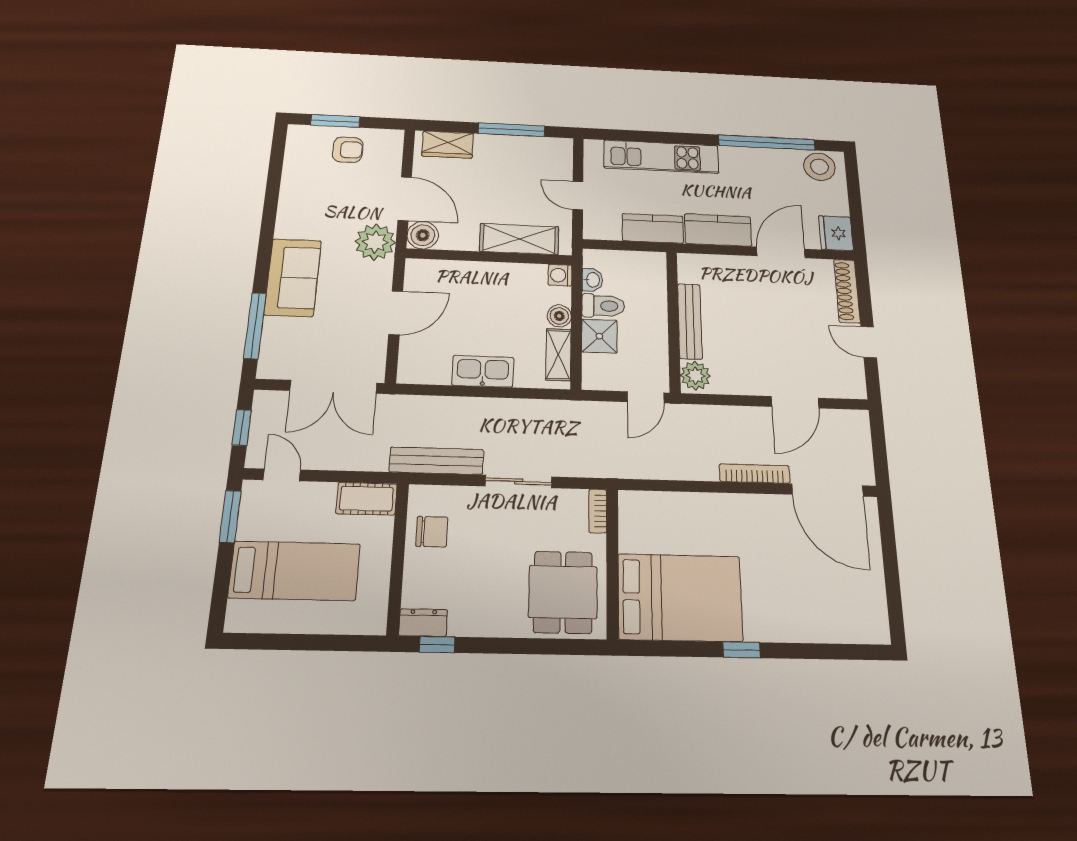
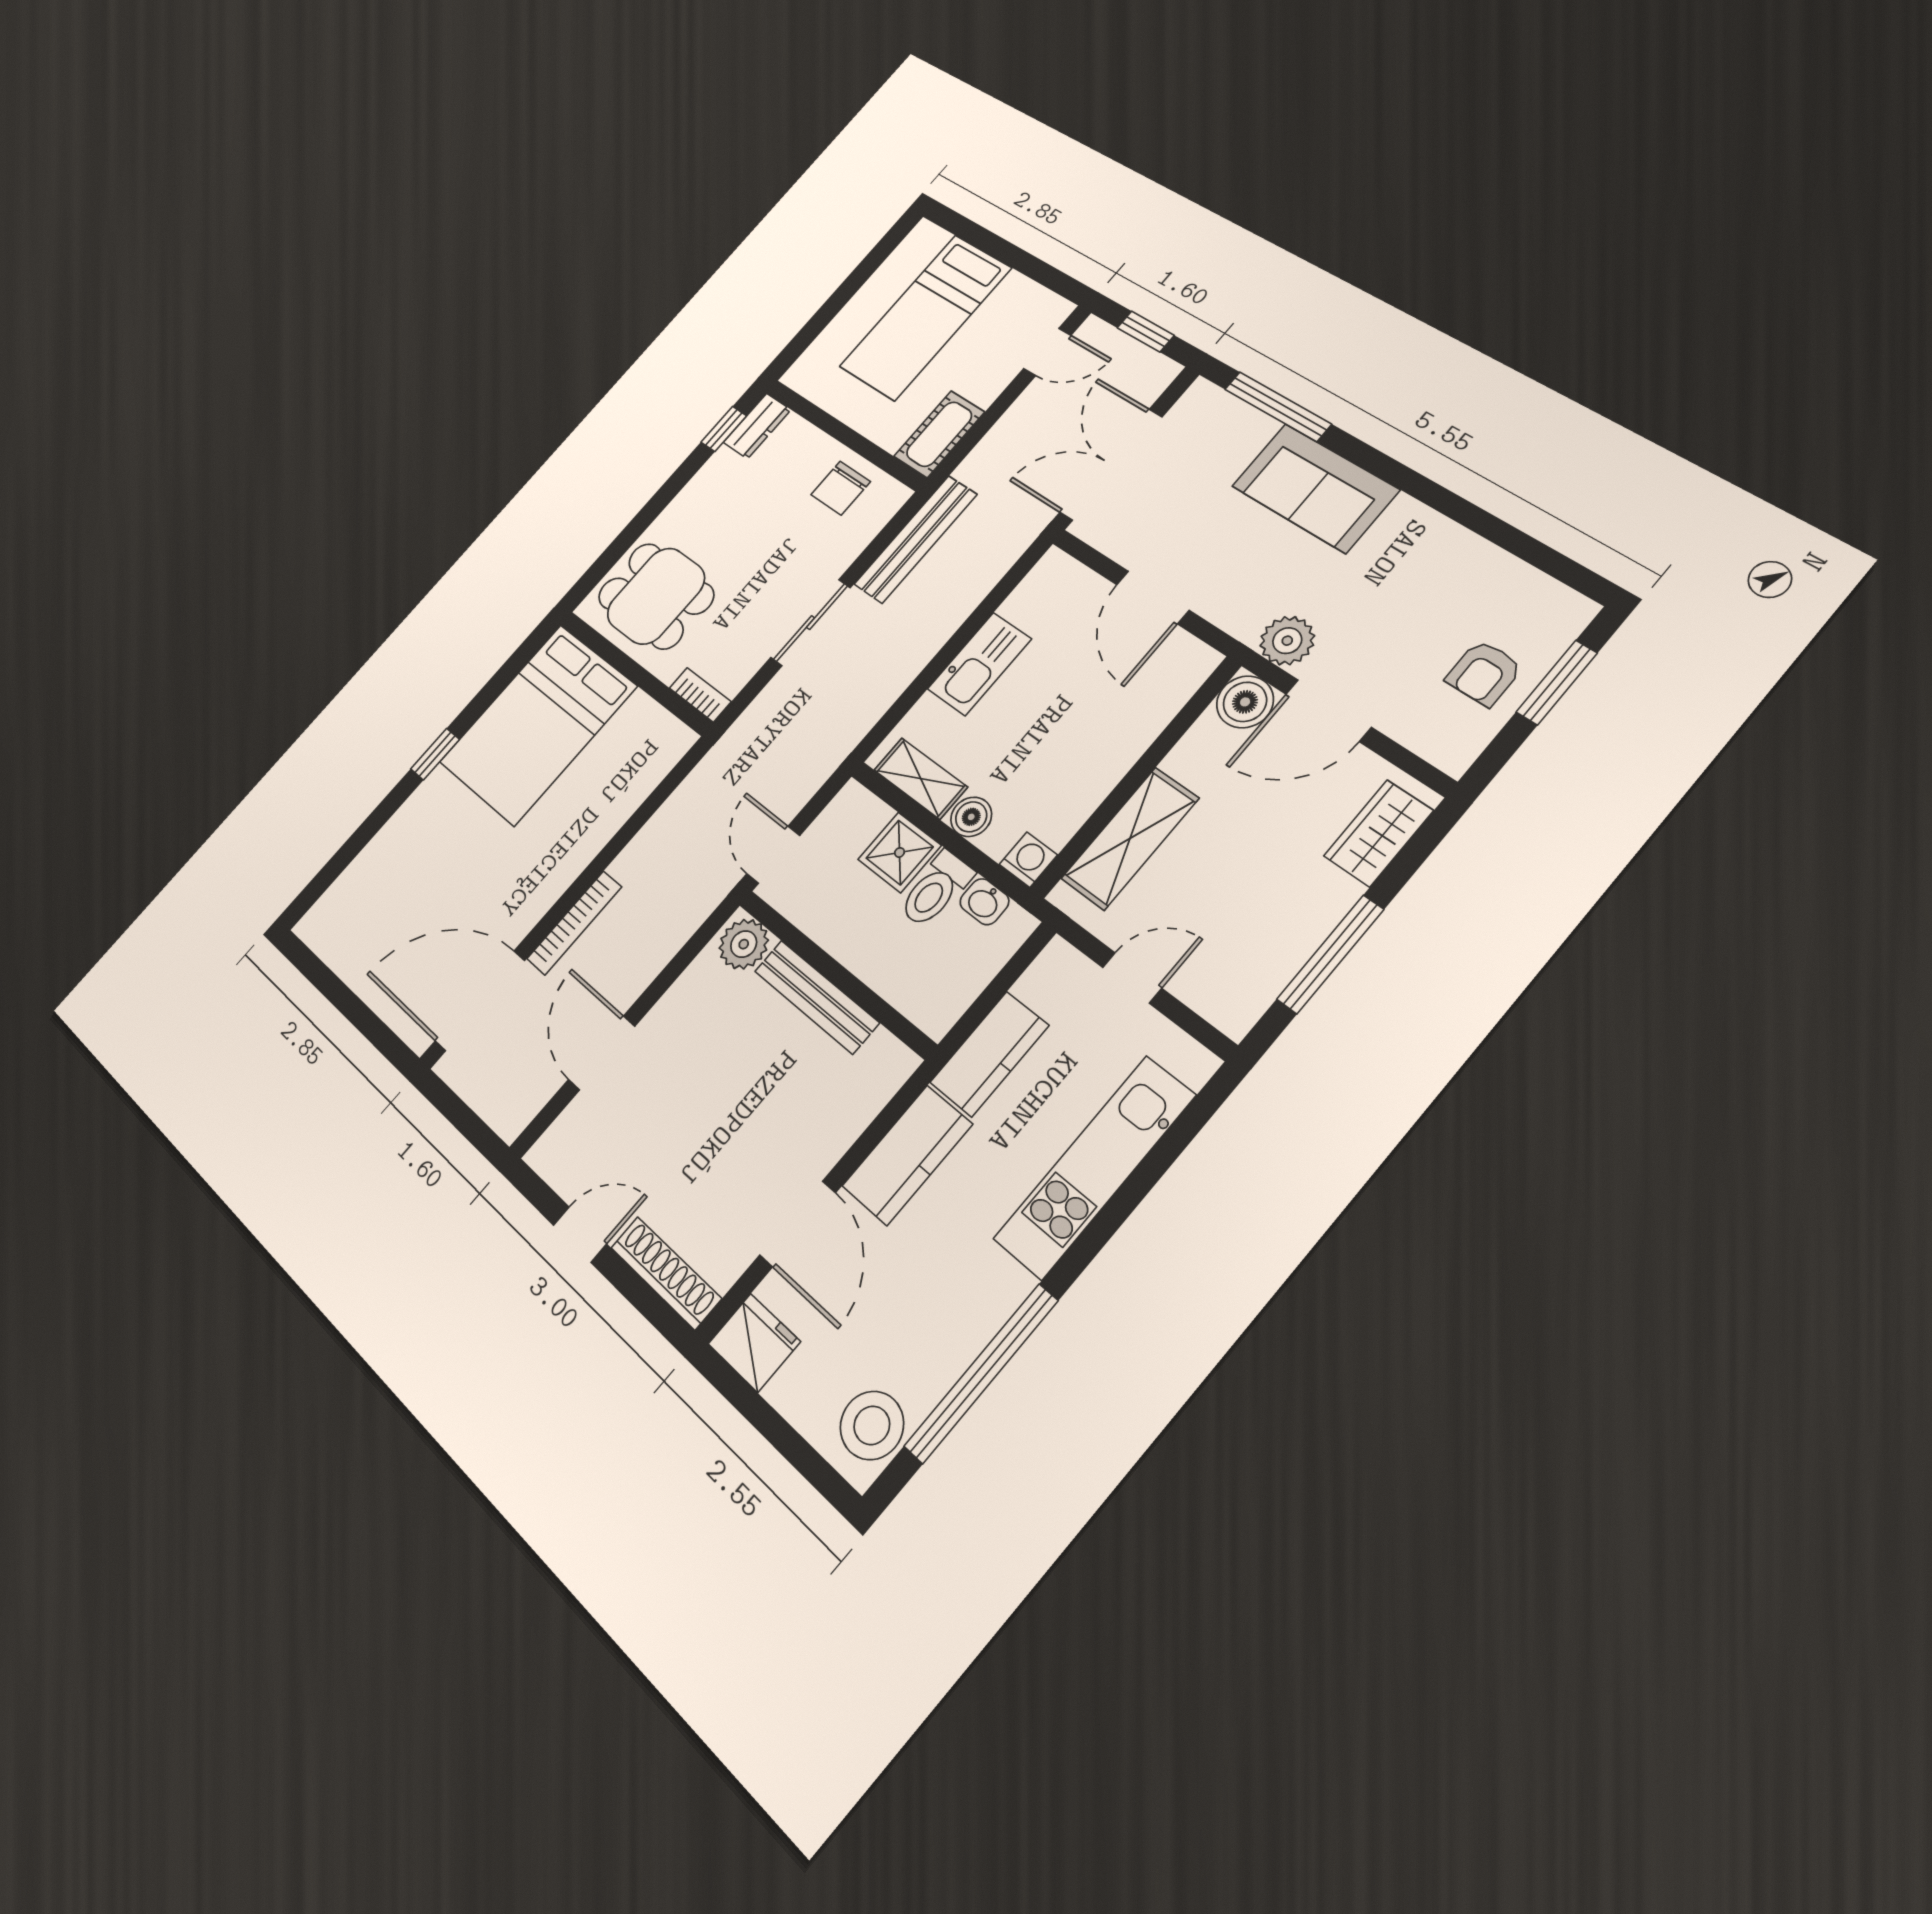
plant: (375, 242) -> (1287, 641), width x0.73, depth x0.73
window: (230, 517) -> (1045, 274), removed

